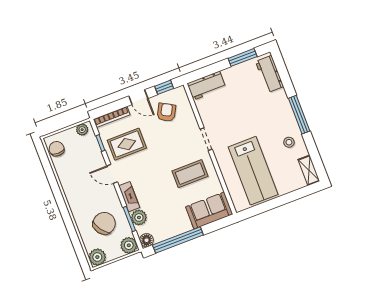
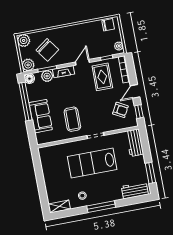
lab bench: (253, 171) -> (92, 163), moved
sofa: (209, 210) -> (41, 116), moved

